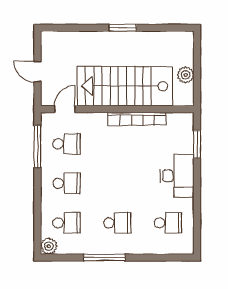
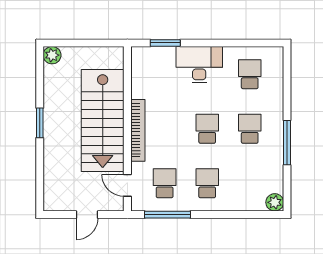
plant: (186, 75) -> (52, 55), moved
bookcase: (137, 119) -> (138, 130), moved
school desk: (66, 223) -> (207, 129), moved

